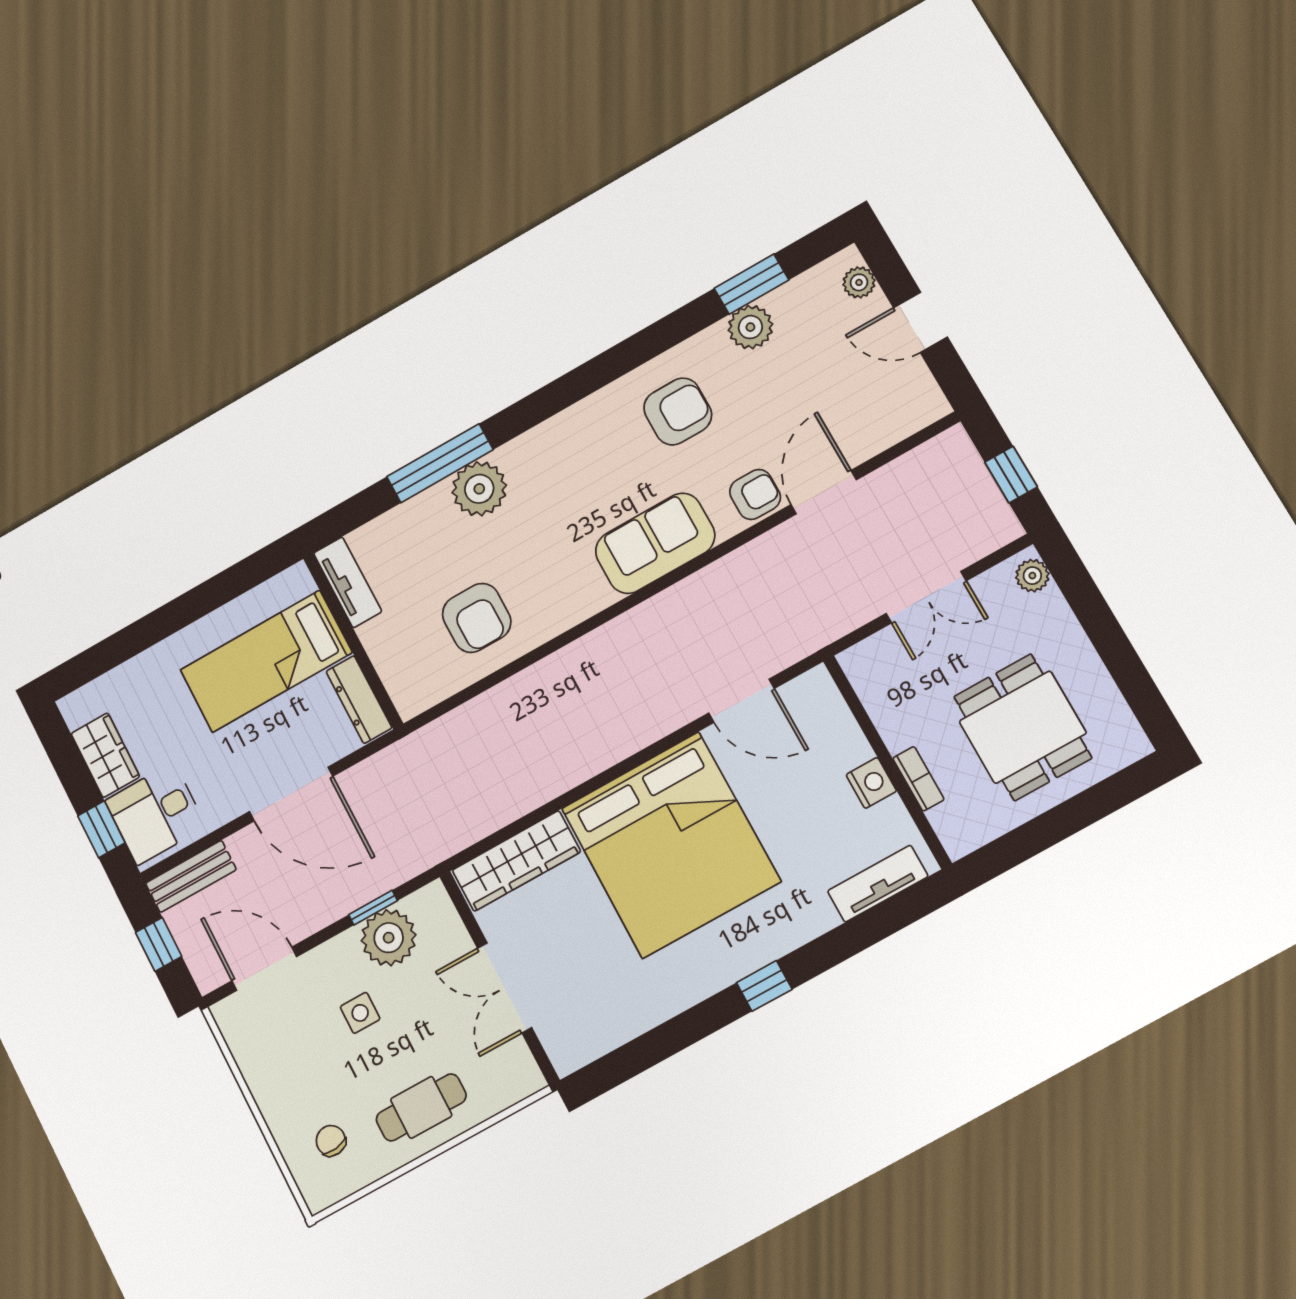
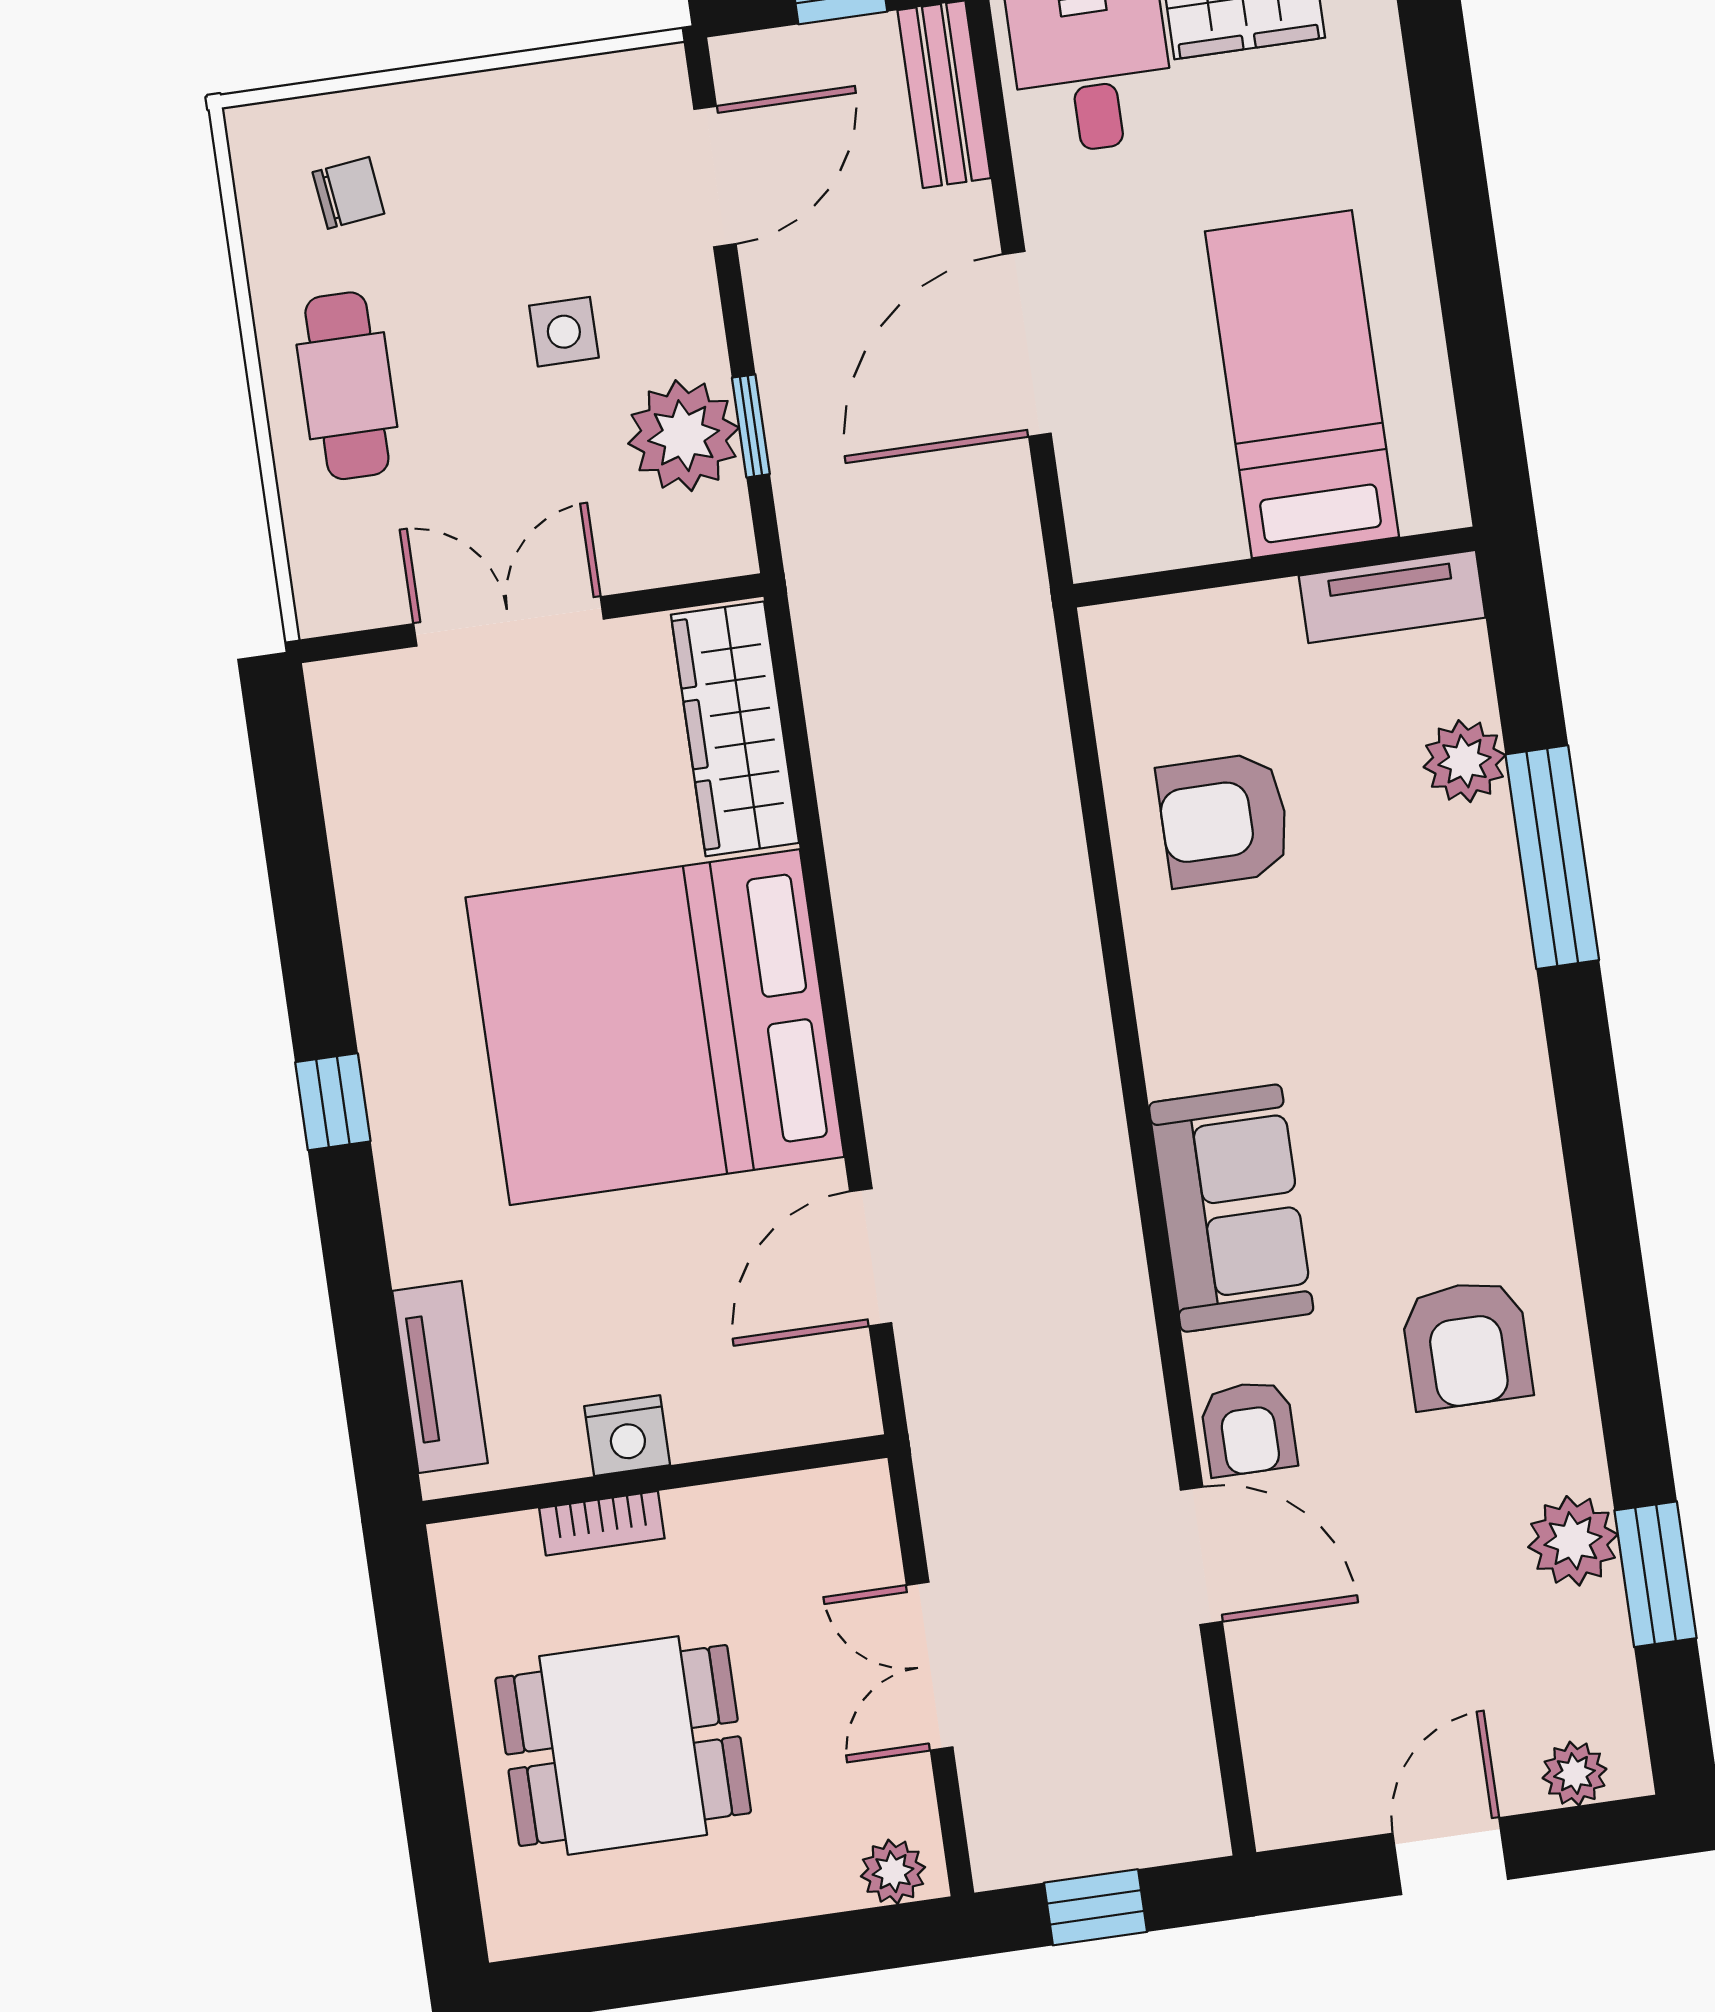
plant: (479, 489) -> (1464, 761), moved, width x0.73, depth x0.73
dresser: (359, 700) -> (1157, 538), removed

